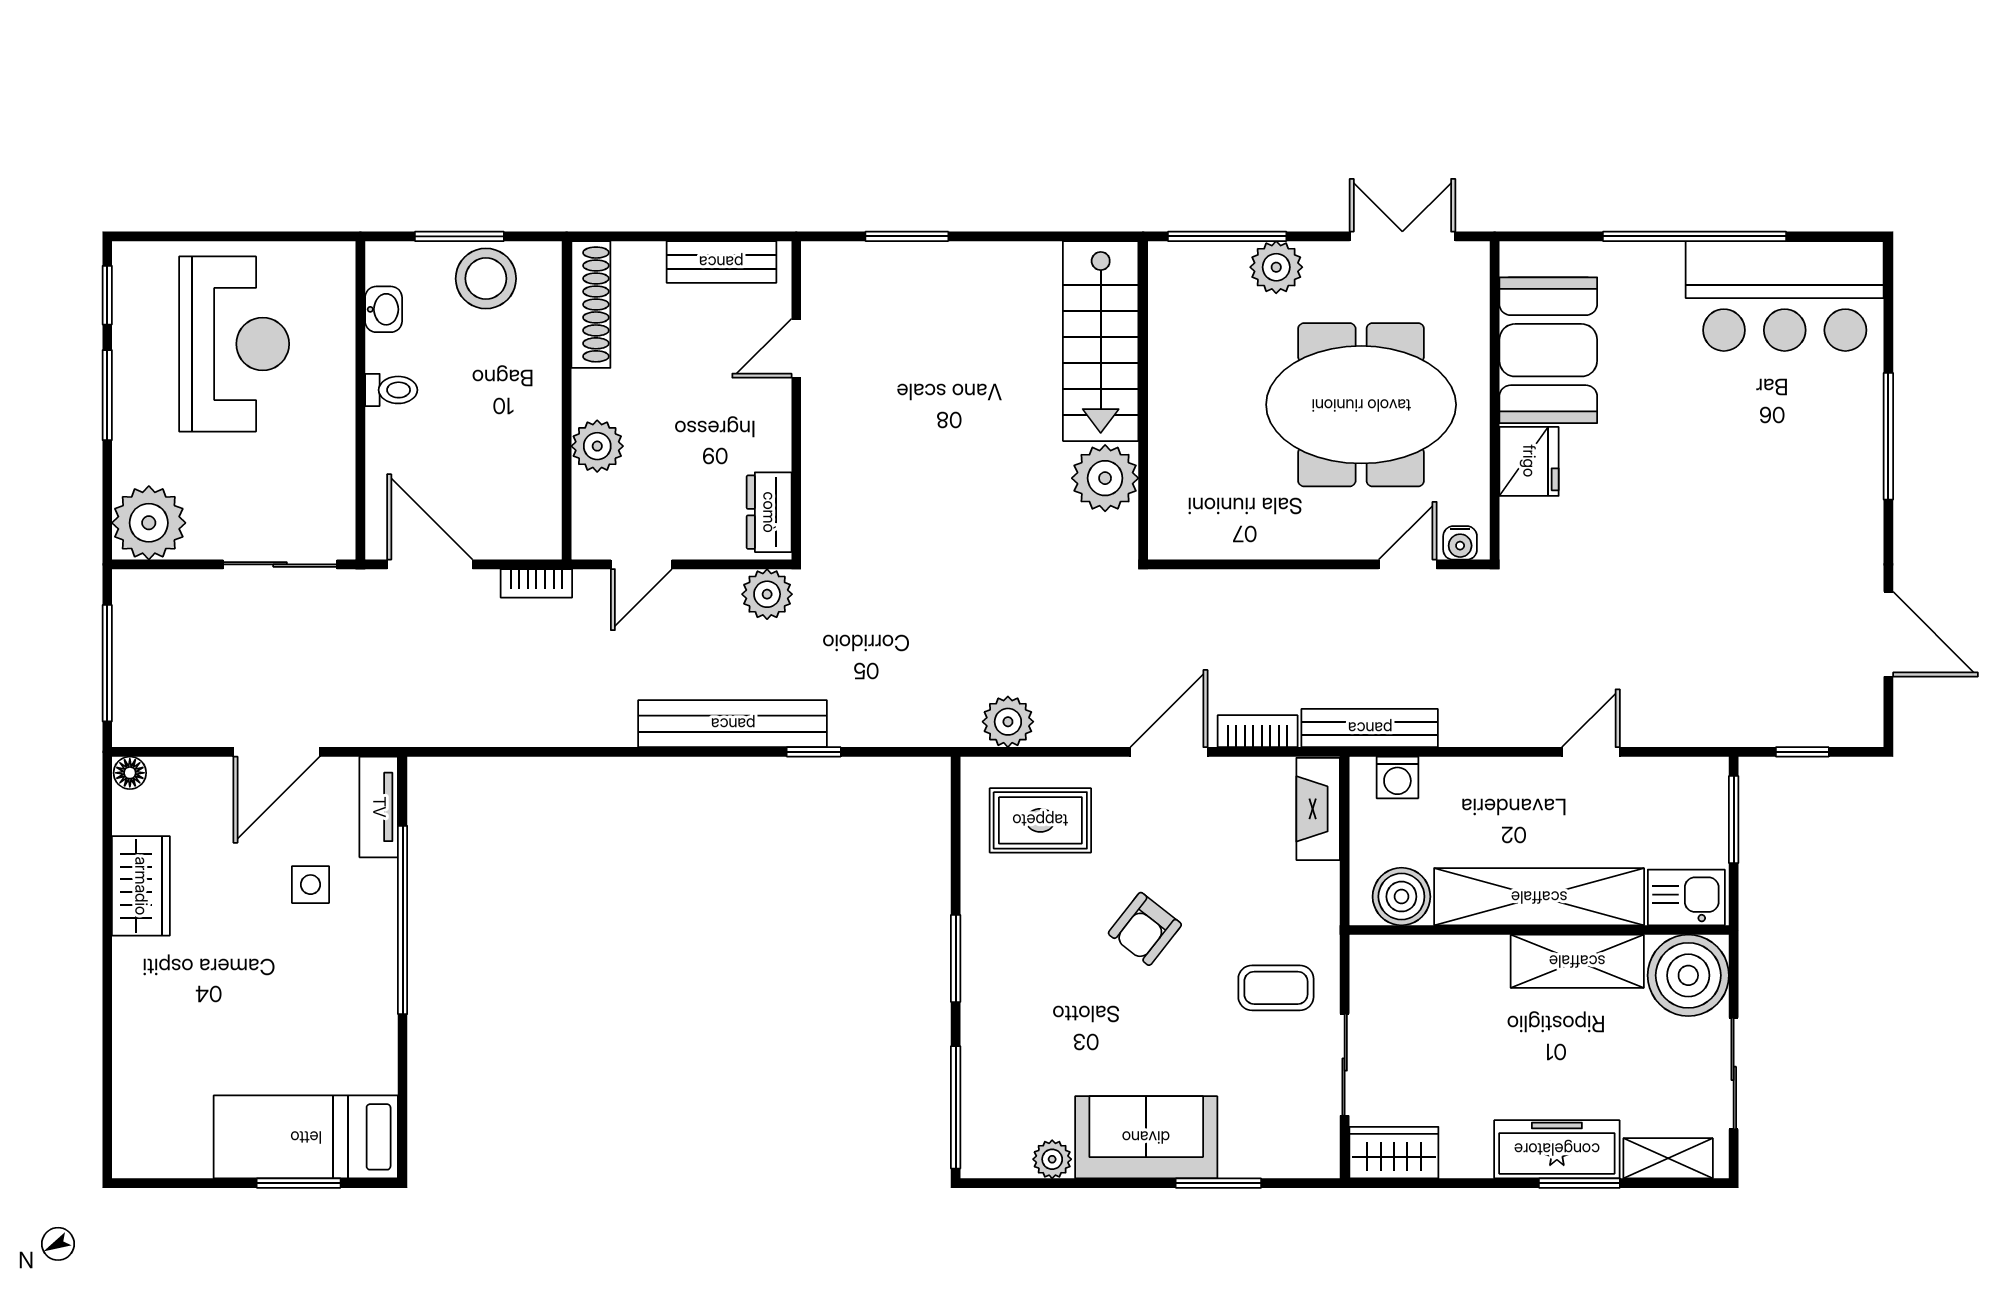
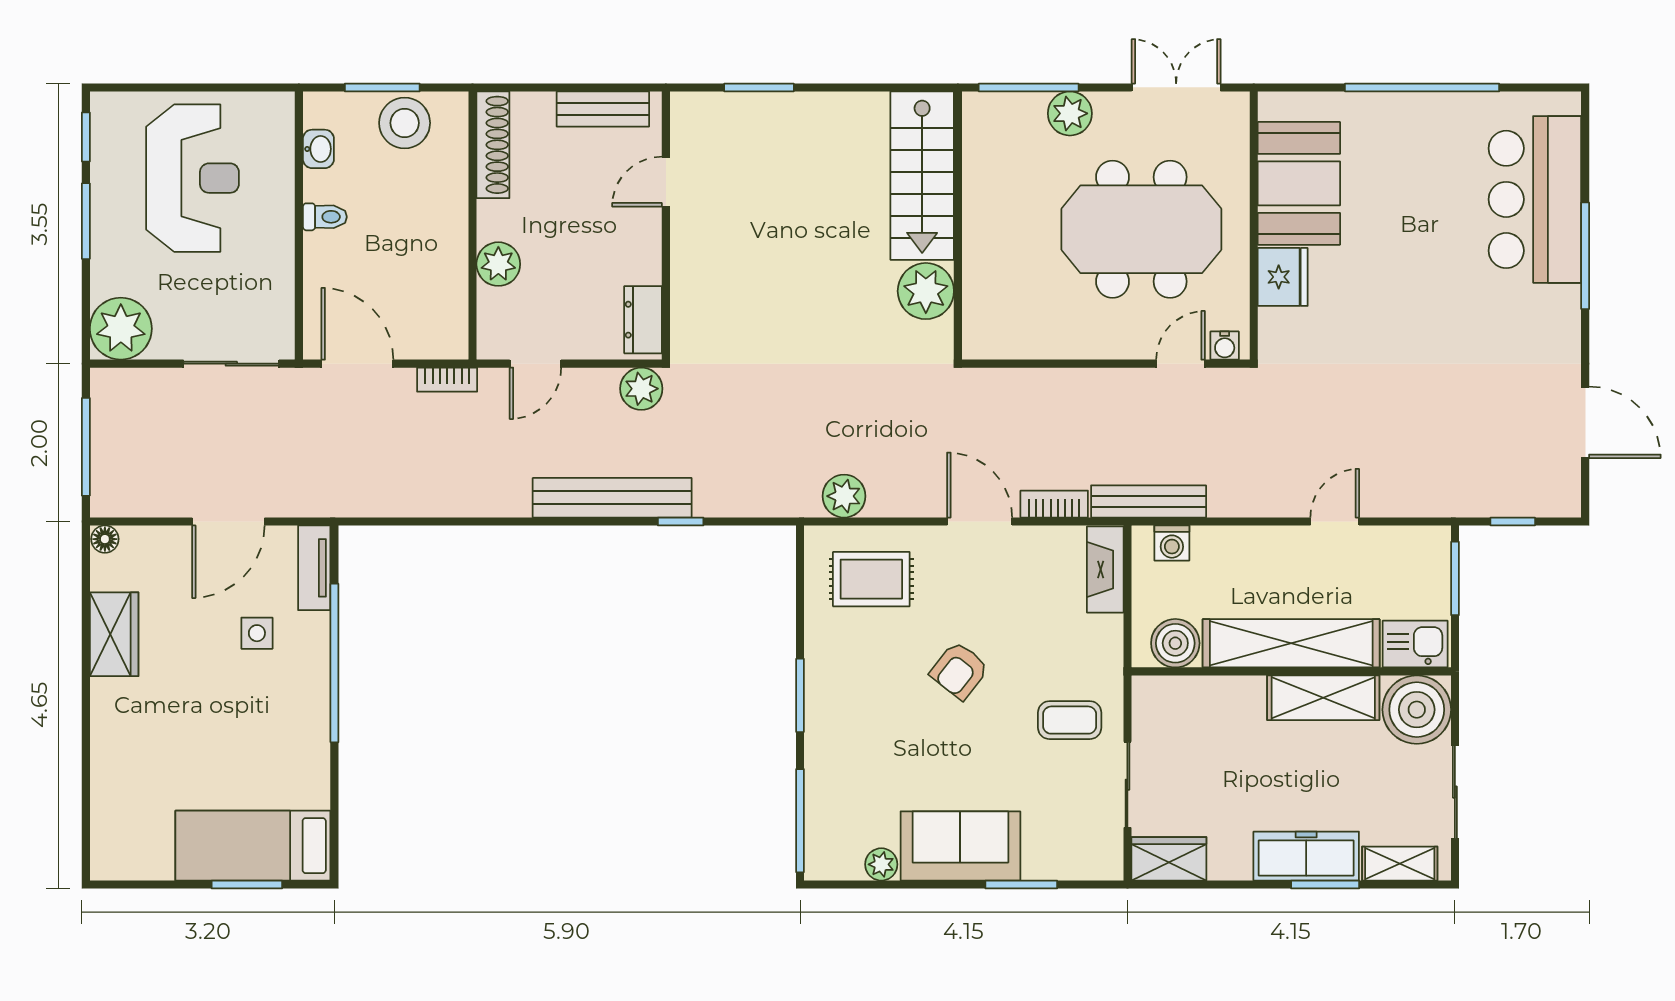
bar counter: (1785, 296) -> (1535, 199), moved, turned 90
door: (1169, 752) -> (980, 521), hinge flipped

